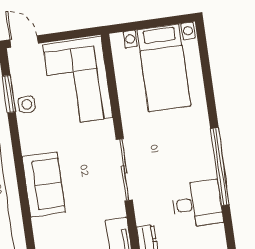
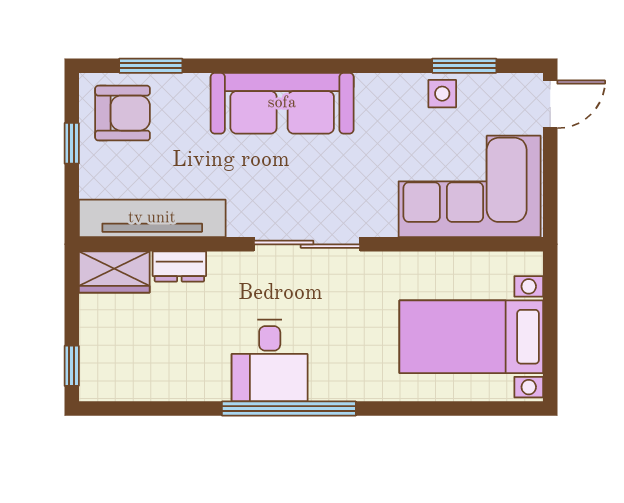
sofa: (44, 185) -> (282, 103), width x1.36
desk: (197, 204) -> (270, 360), moved

